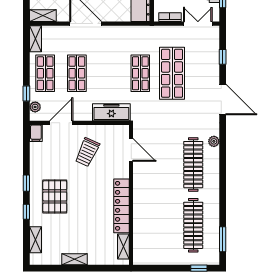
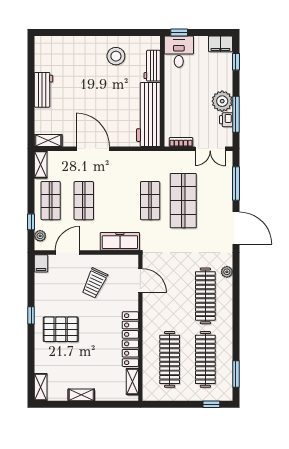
double door: (198, 24) -> (210, 149), swing flipped
window: (223, 57) -> (236, 183), width x2.17
pallet: (55, 196) -> (61, 329), turned 90
window: (26, 212) -> (31, 345), removed
clothes rail: (159, 225) -> (170, 359), added
shelving: (36, 240) -> (41, 387), moved

